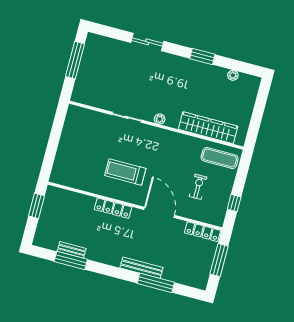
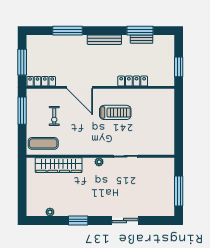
window: (234, 203) -> (22, 111), width x2.17
locker: (113, 208) -> (133, 81), moved
bench: (141, 268) -> (104, 40), moved

